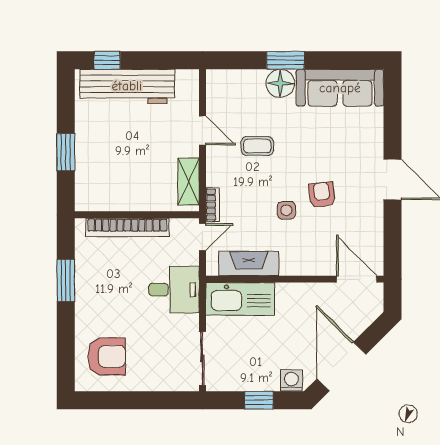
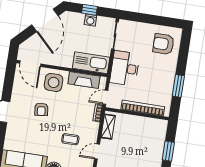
door: (202, 130) -> (97, 151), hinge flipped
side table: (286, 210) -> (54, 82), moved, width x1.87, depth x1.87
desk: (174, 290) -> (125, 68), width x1.37
washing machine: (291, 381) -> (90, 20), moved

